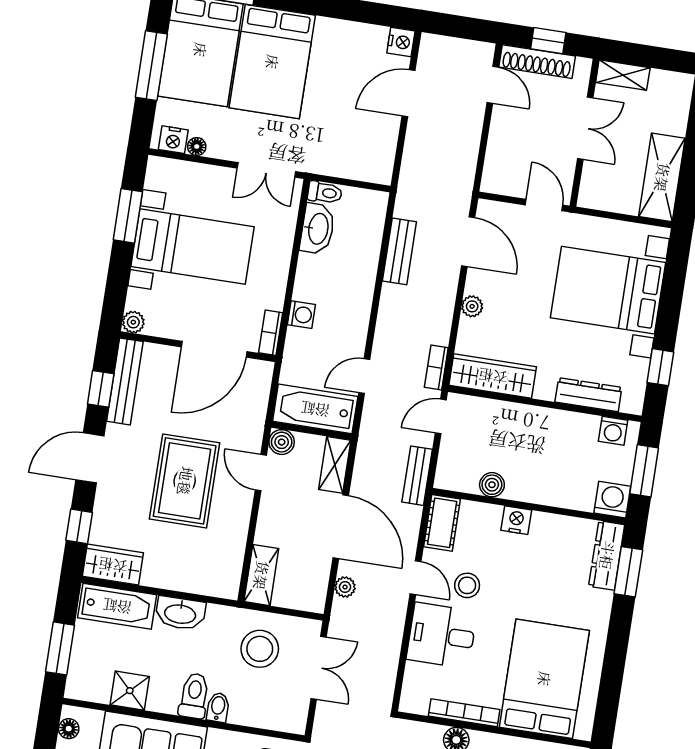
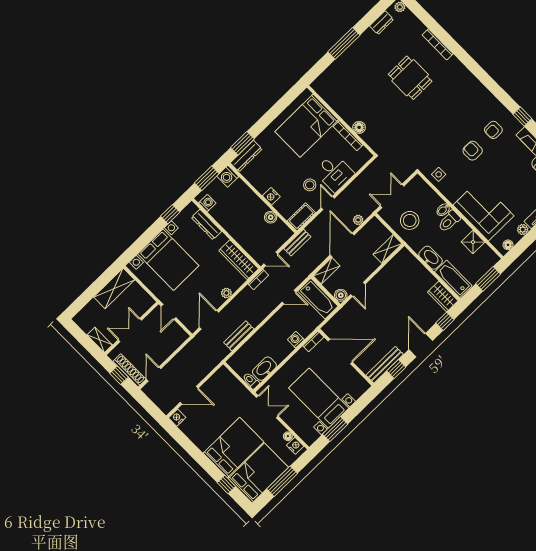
plant: (133, 322) -> (364, 386), removed
door: (90, 458) -> (421, 345), swing flipped
rug: (185, 481) -> (390, 308), removed

